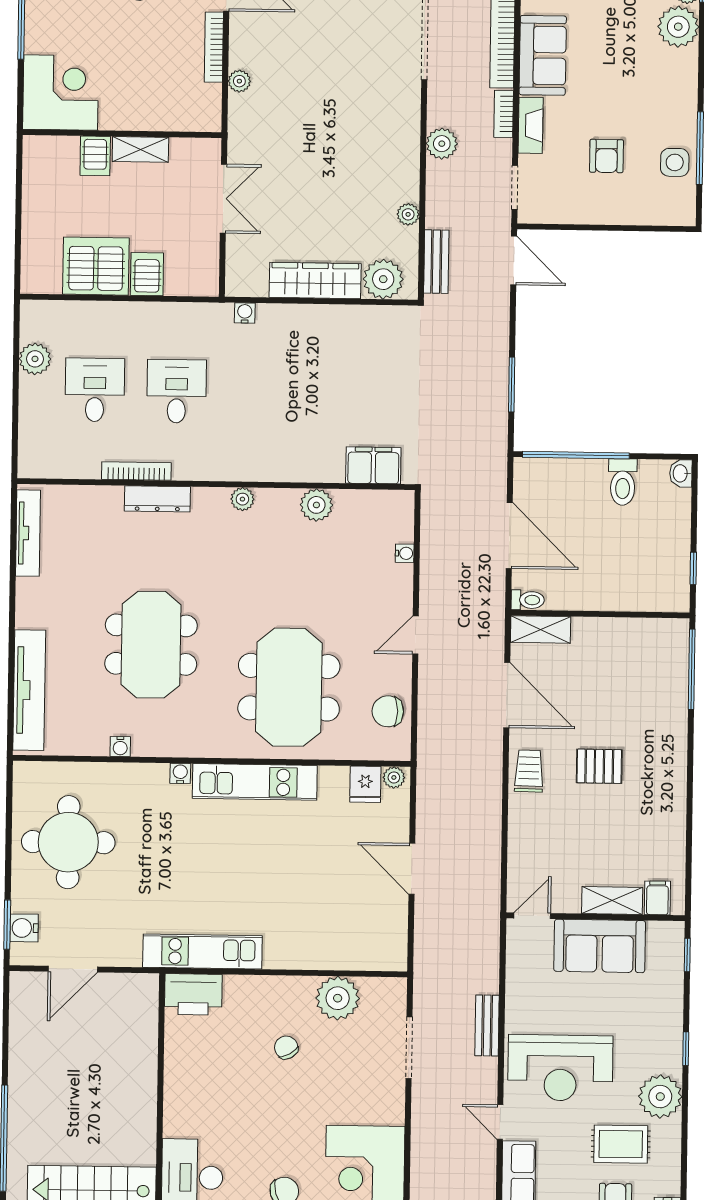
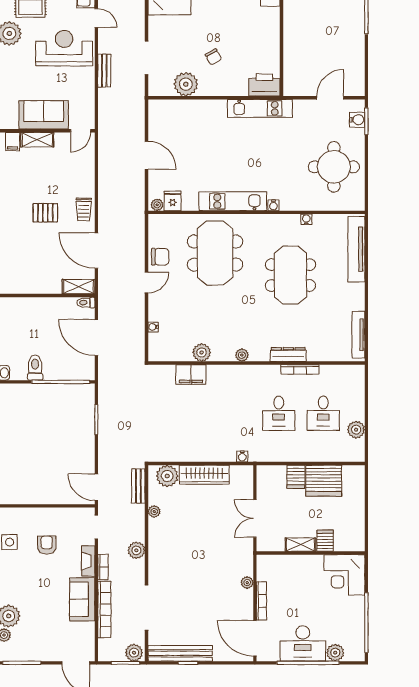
filing cabinet: (373, 465) -> (191, 375), moved
chair: (388, 711) -> (160, 257), moved

